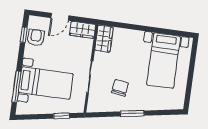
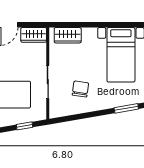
wardrobe: (104, 39) -> (68, 35), moved, turned 90
window: (132, 114) -> (126, 108), moved

